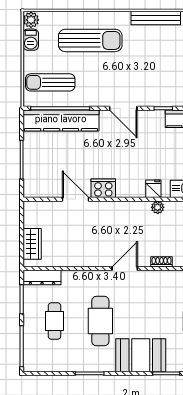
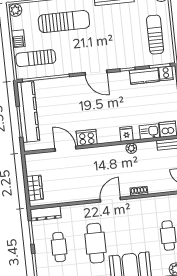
barbecue: (31, 40) -> (18, 39), moved
kitchen counter: (61, 120) -> (28, 112), moved, turned -90

